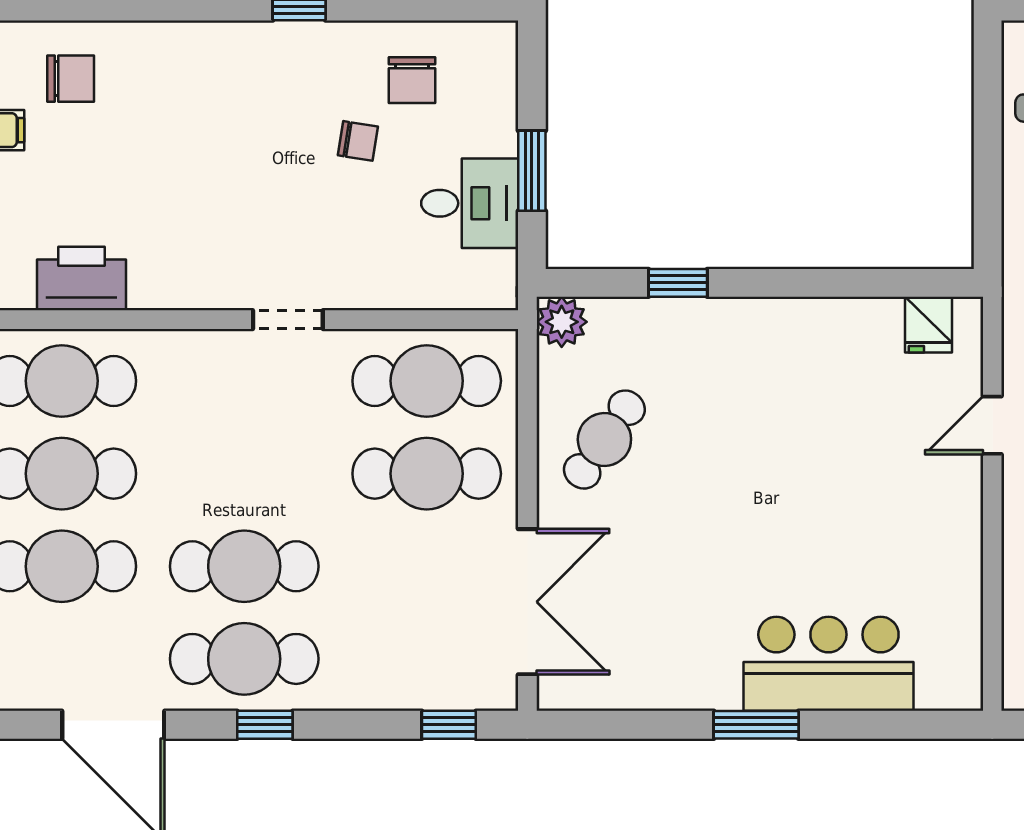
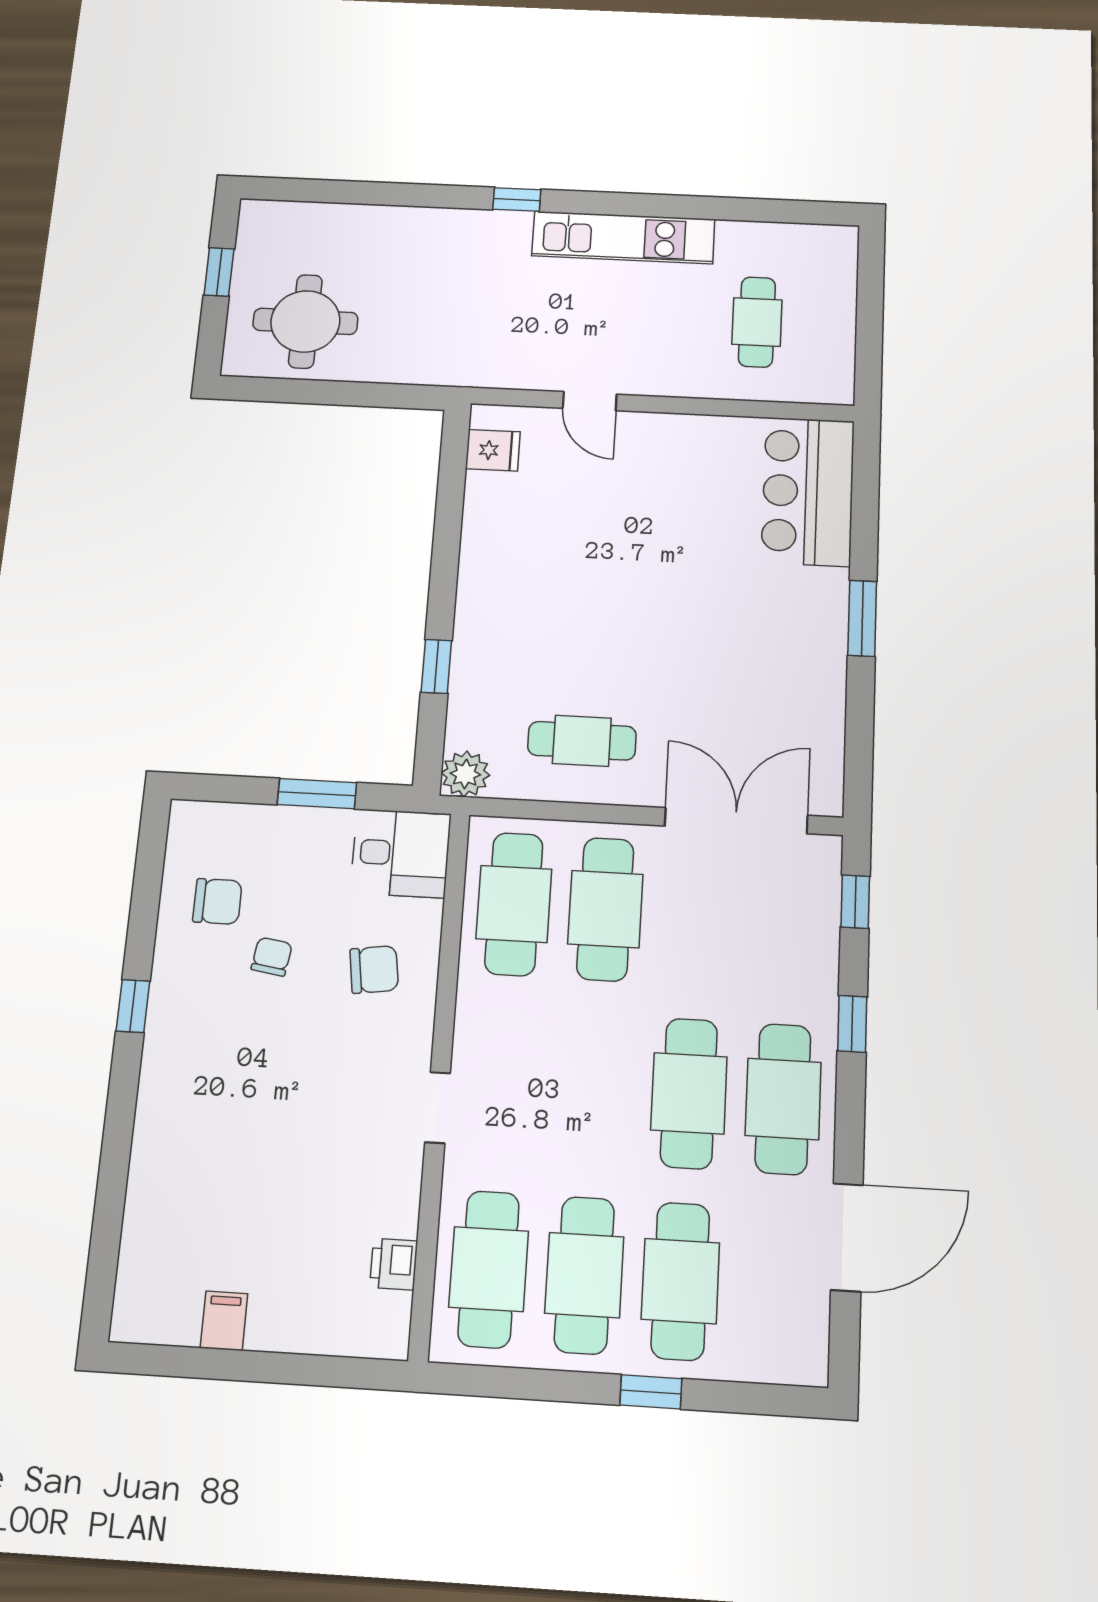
chair: (71, 79) -> (374, 969), moved, turned 82
desk: (470, 203) -> (401, 853), moved, turned 90
printer: (81, 279) -> (394, 1264), width x0.53, depth x0.68
doorway: (288, 320) -> (438, 1108), moved
cafe table: (604, 440) -> (582, 741), turned -35
bar counter: (828, 664) -> (808, 491), moved
window: (265, 725) -> (852, 1024), moved

